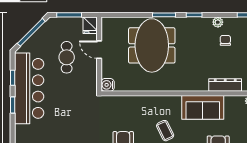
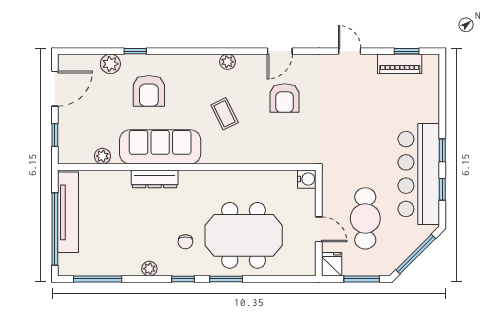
chair: (225, 40) -> (185, 242), moved
meeting table: (152, 45) -> (244, 235), turned 90
cafe table: (67, 57) -> (365, 218), width x1.37, depth x1.35
dresser: (225, 85) -> (155, 179), moved
sofa: (203, 107) -> (160, 147), width x1.36

